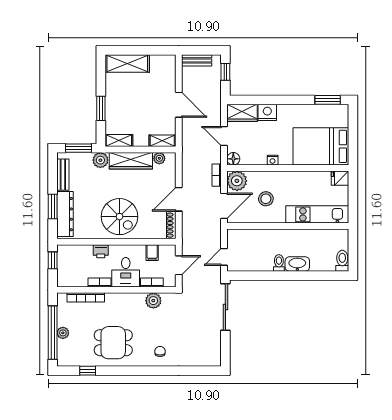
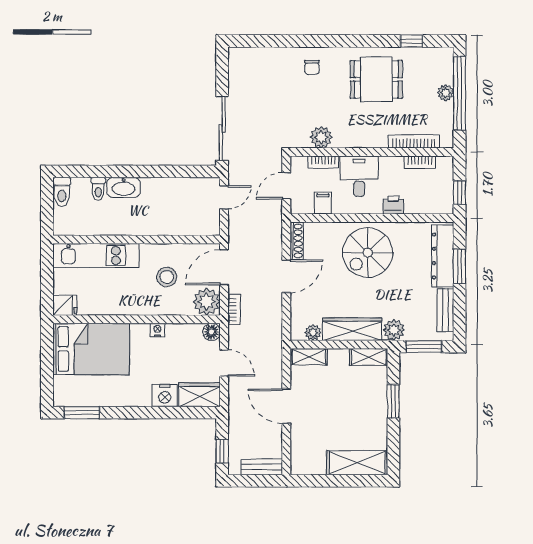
spiral stairs: (119, 217) -> (368, 253), turned -90
toilet: (279, 263) -> (98, 189), moved
bookcase: (99, 282) -> (420, 162), moved

